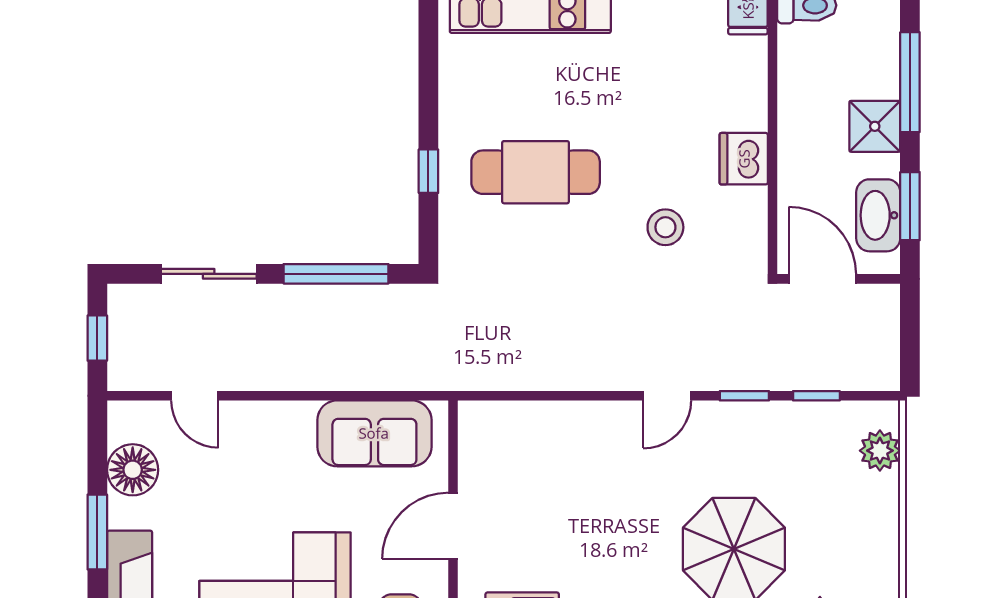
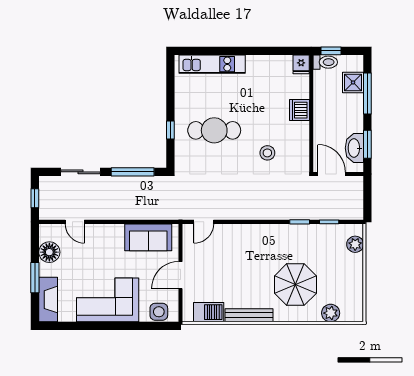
shower: (875, 126) -> (353, 82), moved
dishwasher: (744, 159) -> (299, 110), moved
door: (667, 396) -> (204, 222), moved

